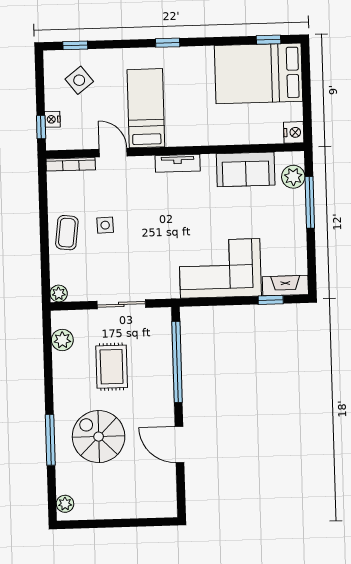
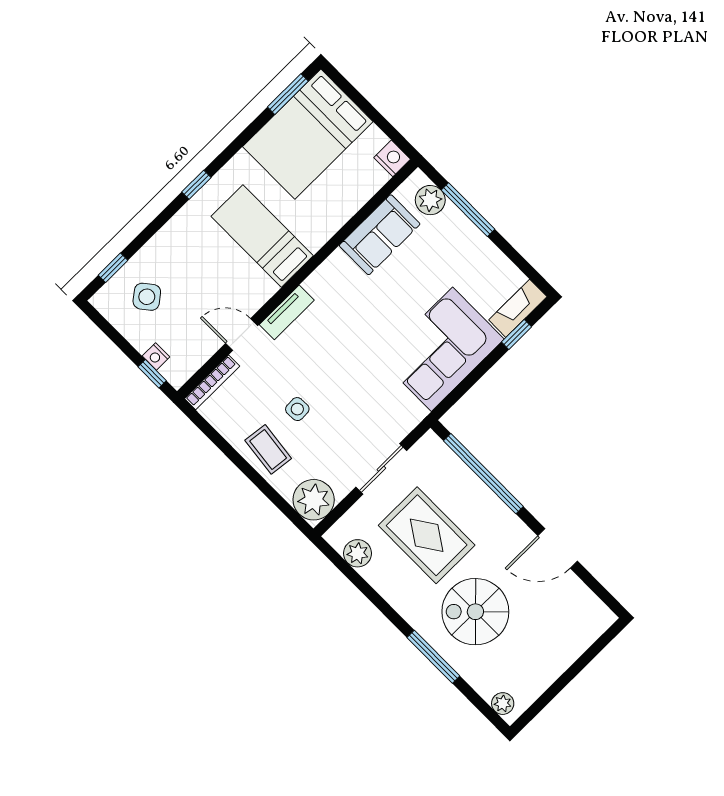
window: (268, 40) -> (288, 94), width x1.50
bed: (146, 108) -> (262, 236), moved
tv unit: (178, 163) -> (287, 312), moved
plant: (59, 294) -> (314, 500), width x1.87, depth x1.87
rug: (112, 367) -> (427, 535), width x1.36, depth x1.43

